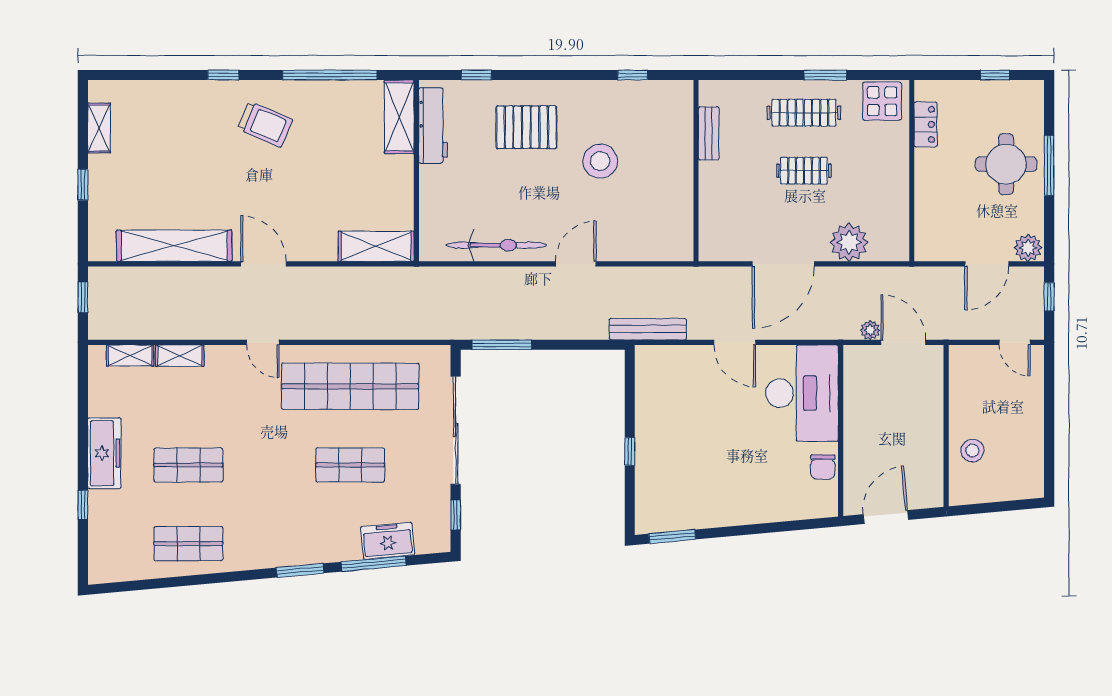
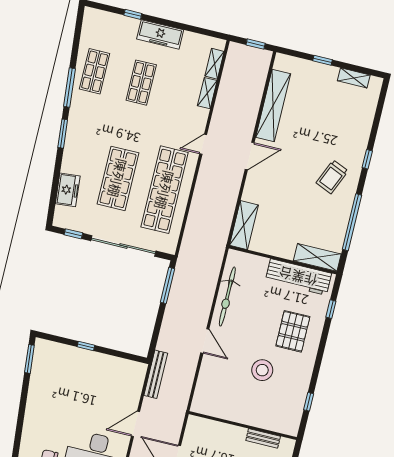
workbench: (433, 125) -> (298, 277), width x1.36, depth x1.32
shop shelf: (350, 465) -> (118, 178), width x1.43, depth x1.36
window: (374, 564) -> (69, 87), moved

